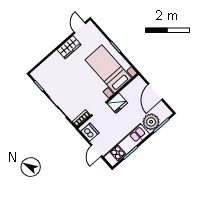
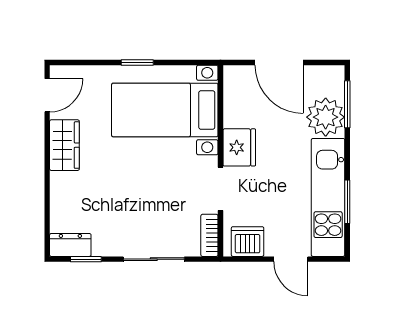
door: (80, 28) -> (47, 95), swing flipped
dresser: (39, 77) -> (70, 245), added

